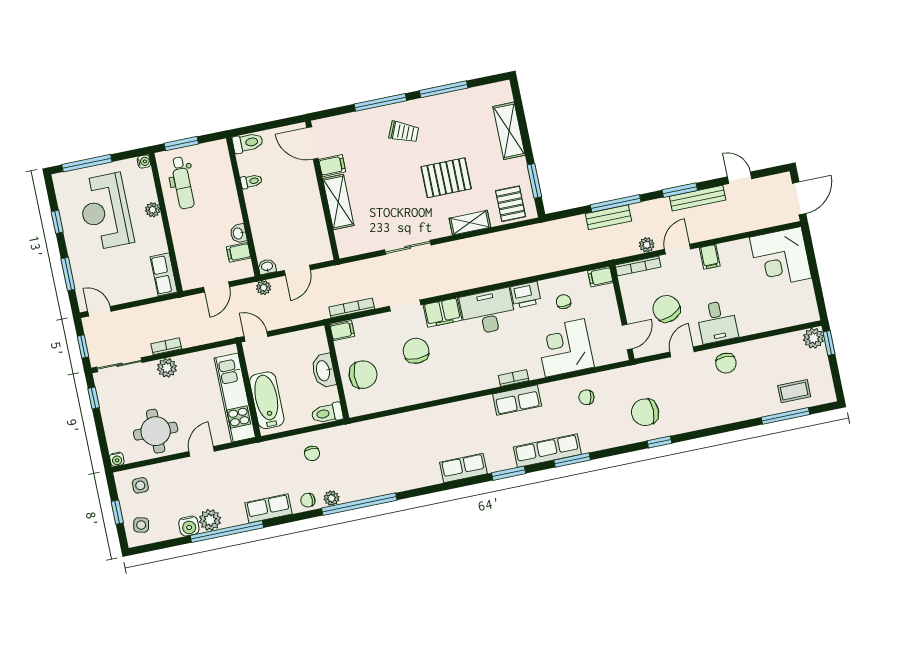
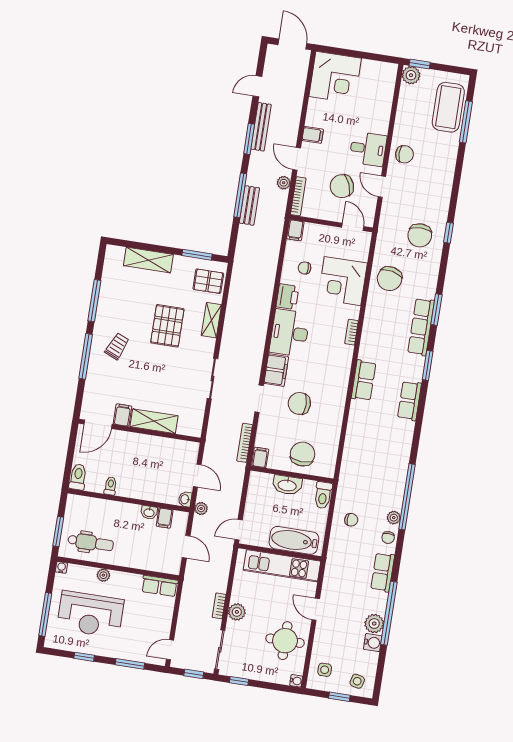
coffee table: (794, 391) -> (448, 107), width x1.86, depth x1.72
chair: (586, 397) -> (390, 279), width x1.87, depth x1.87
row of seats: (517, 400) -> (364, 380), moved

